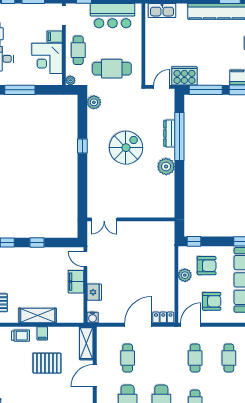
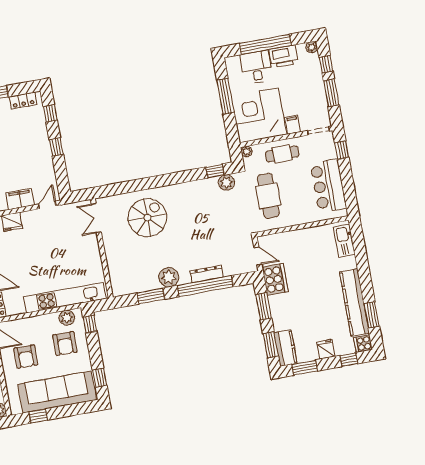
corner desk: (47, 58) -> (259, 115), width x1.36, depth x1.36
window: (206, 90) -> (264, 306), width x0.69
window: (82, 146) -> (215, 171), moved
spiral stairs: (126, 148) -> (147, 218), moved, turned -90
window: (179, 185) -> (151, 296), added
kitchen unit: (167, 258) -> (65, 298), added
plant: (185, 275) -> (67, 318), moved

